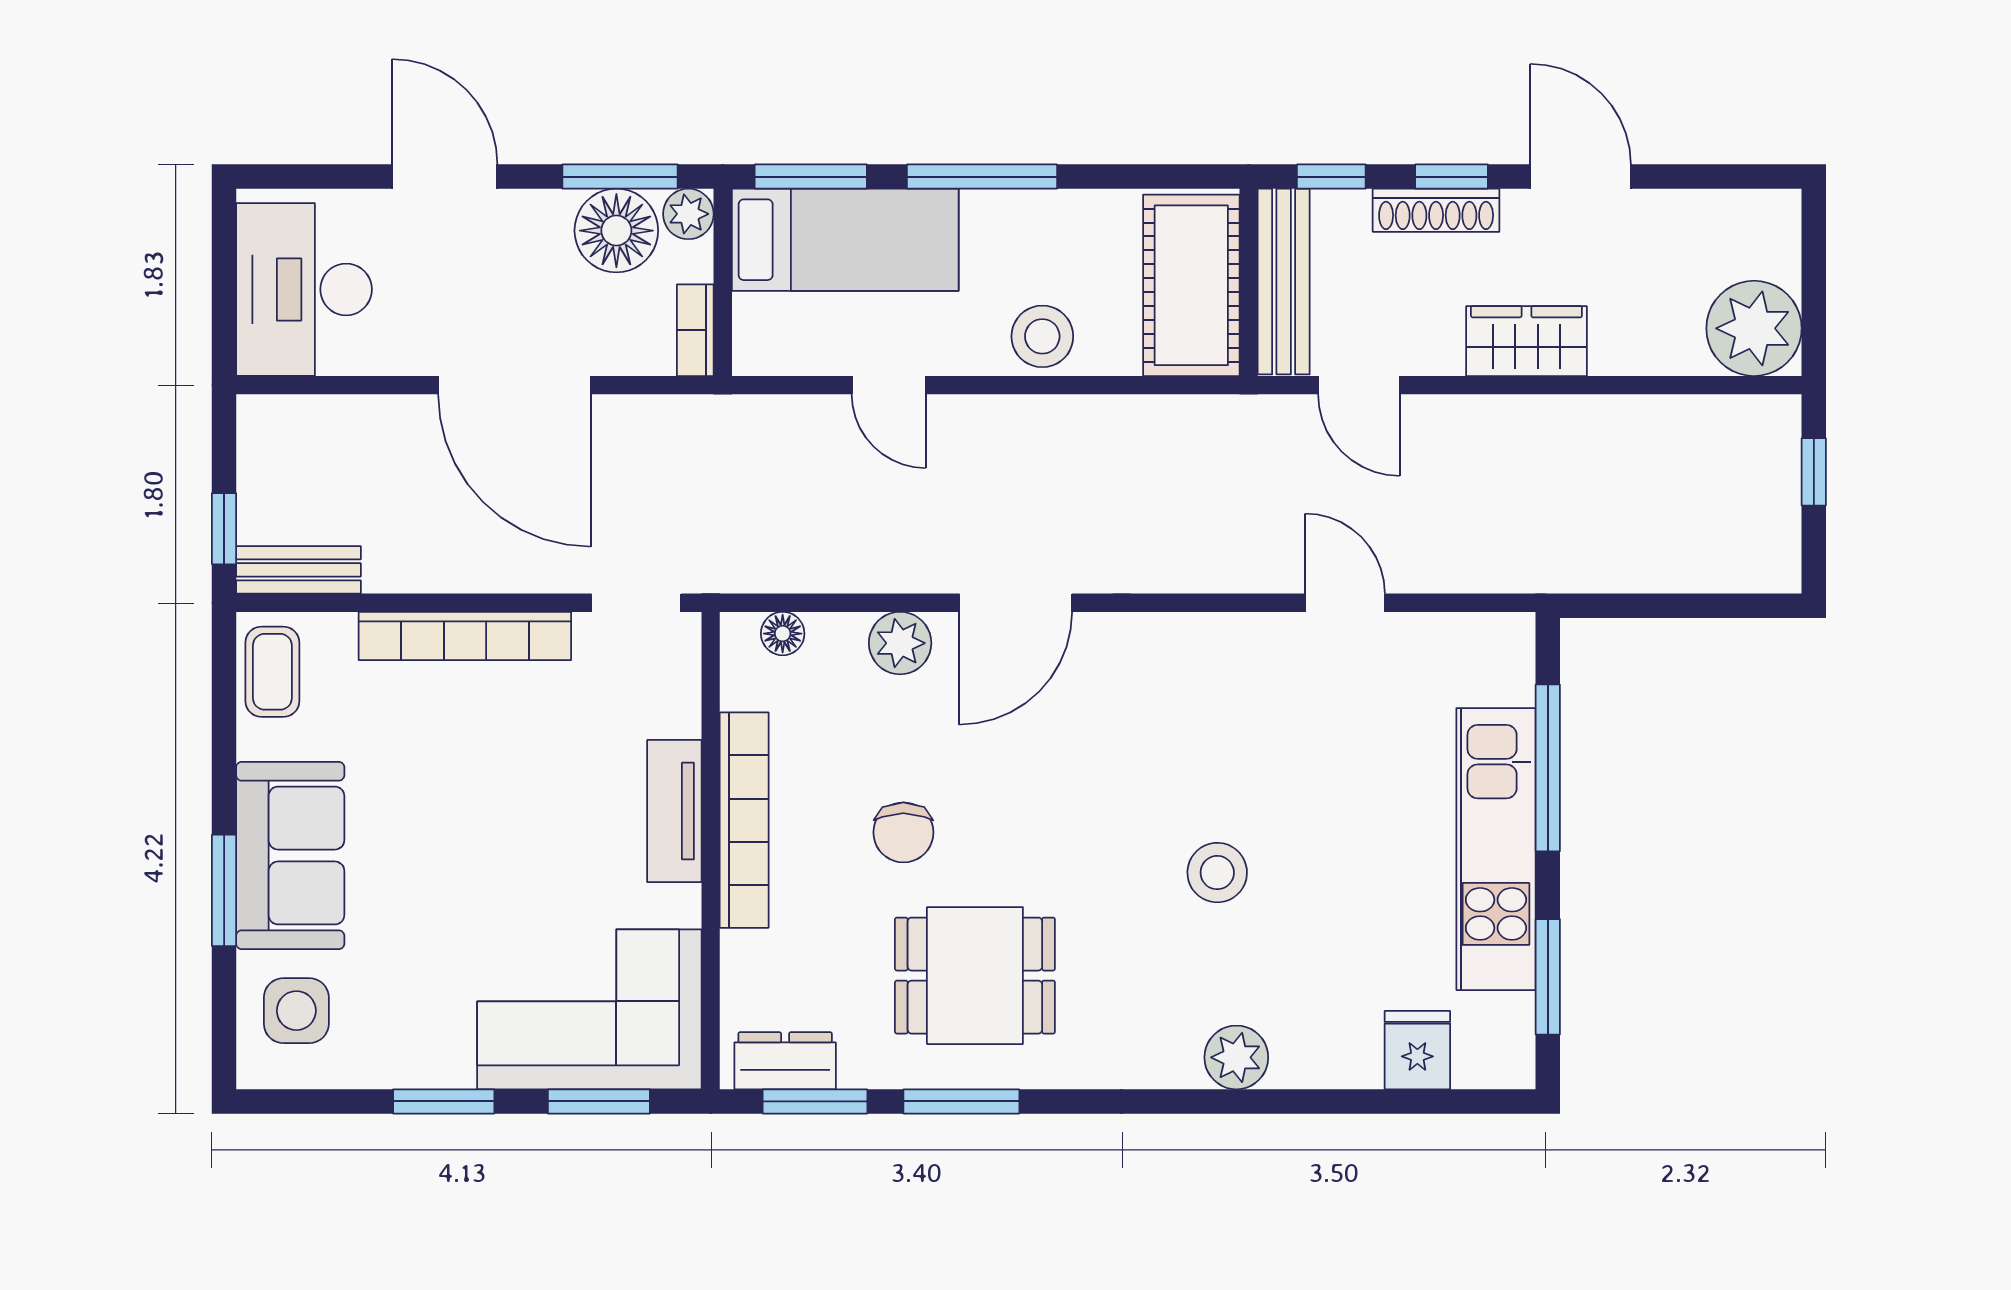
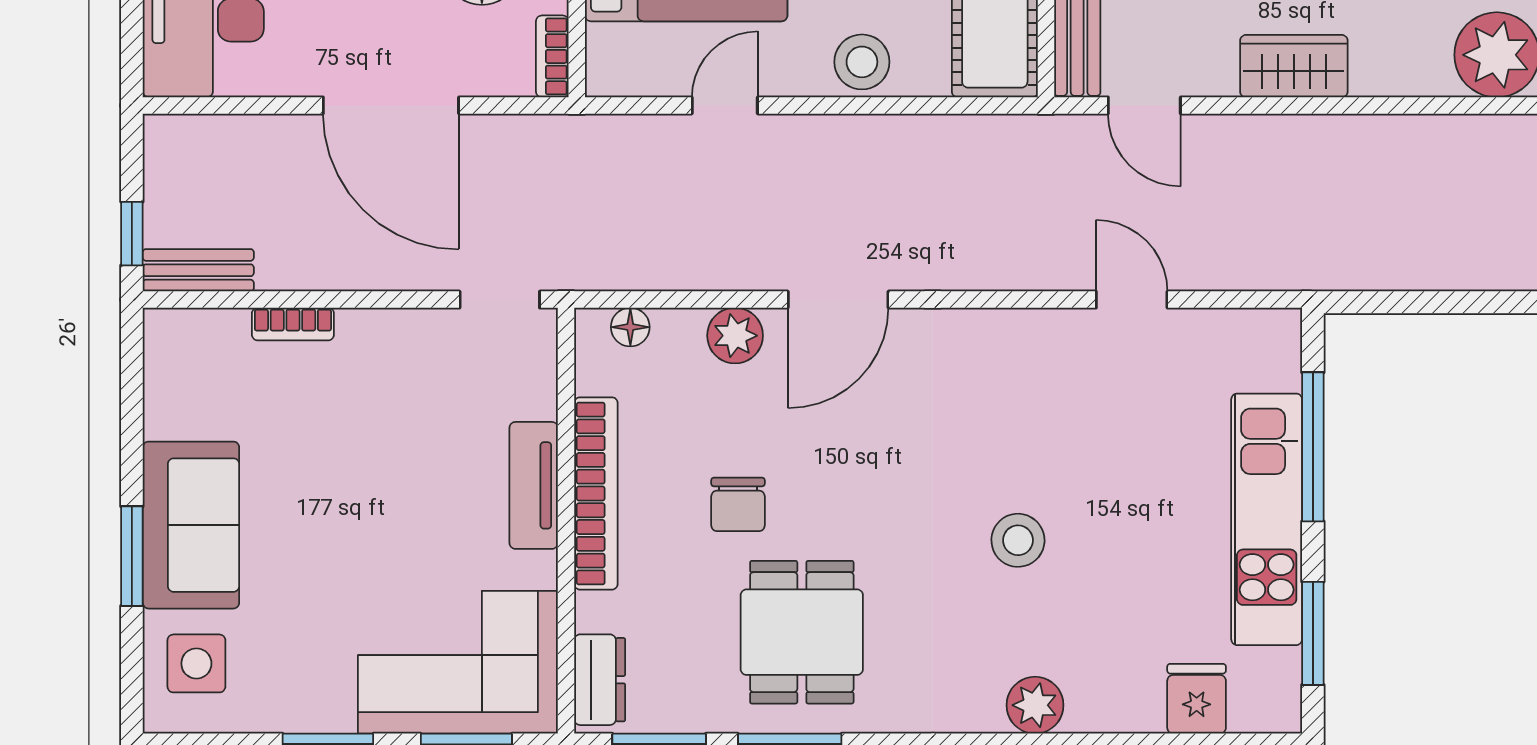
door: (889, 385) -> (725, 105), swing flipped
bookcase: (465, 636) -> (293, 324), width x0.43, depth x0.76
coffee table: (272, 672) -> (175, 361), removed
dining table: (975, 976) -> (802, 632), turned 90
dresser: (785, 1061) -> (600, 680), moved, turned 90

